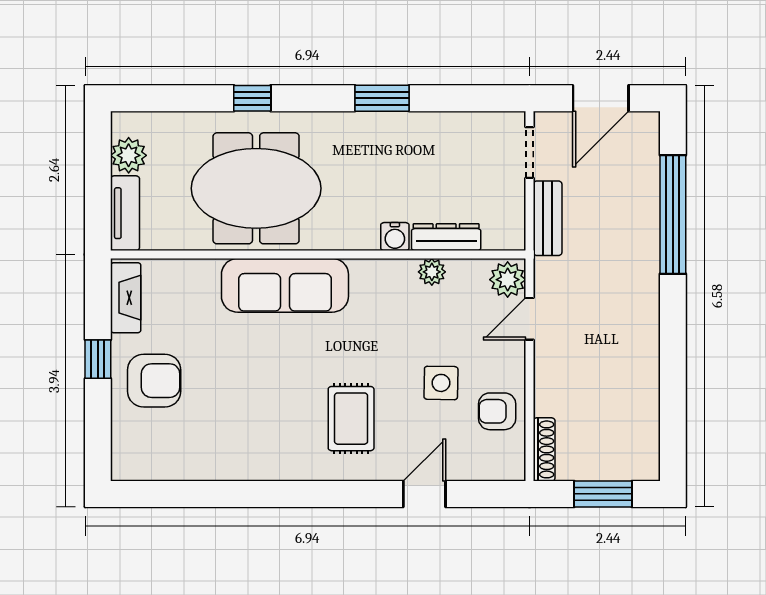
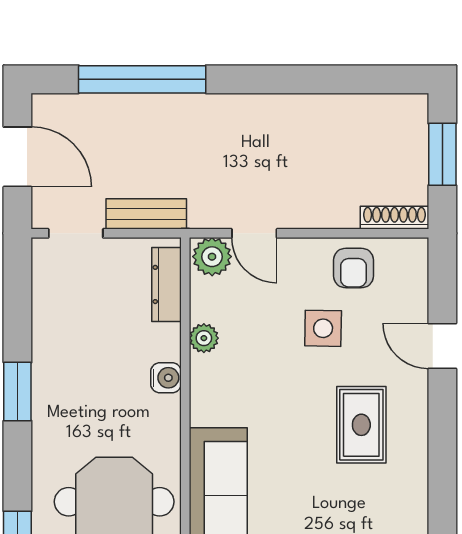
dresser: (446, 237) -> (167, 284), moved
rug: (351, 419) -> (361, 425), turned 90

